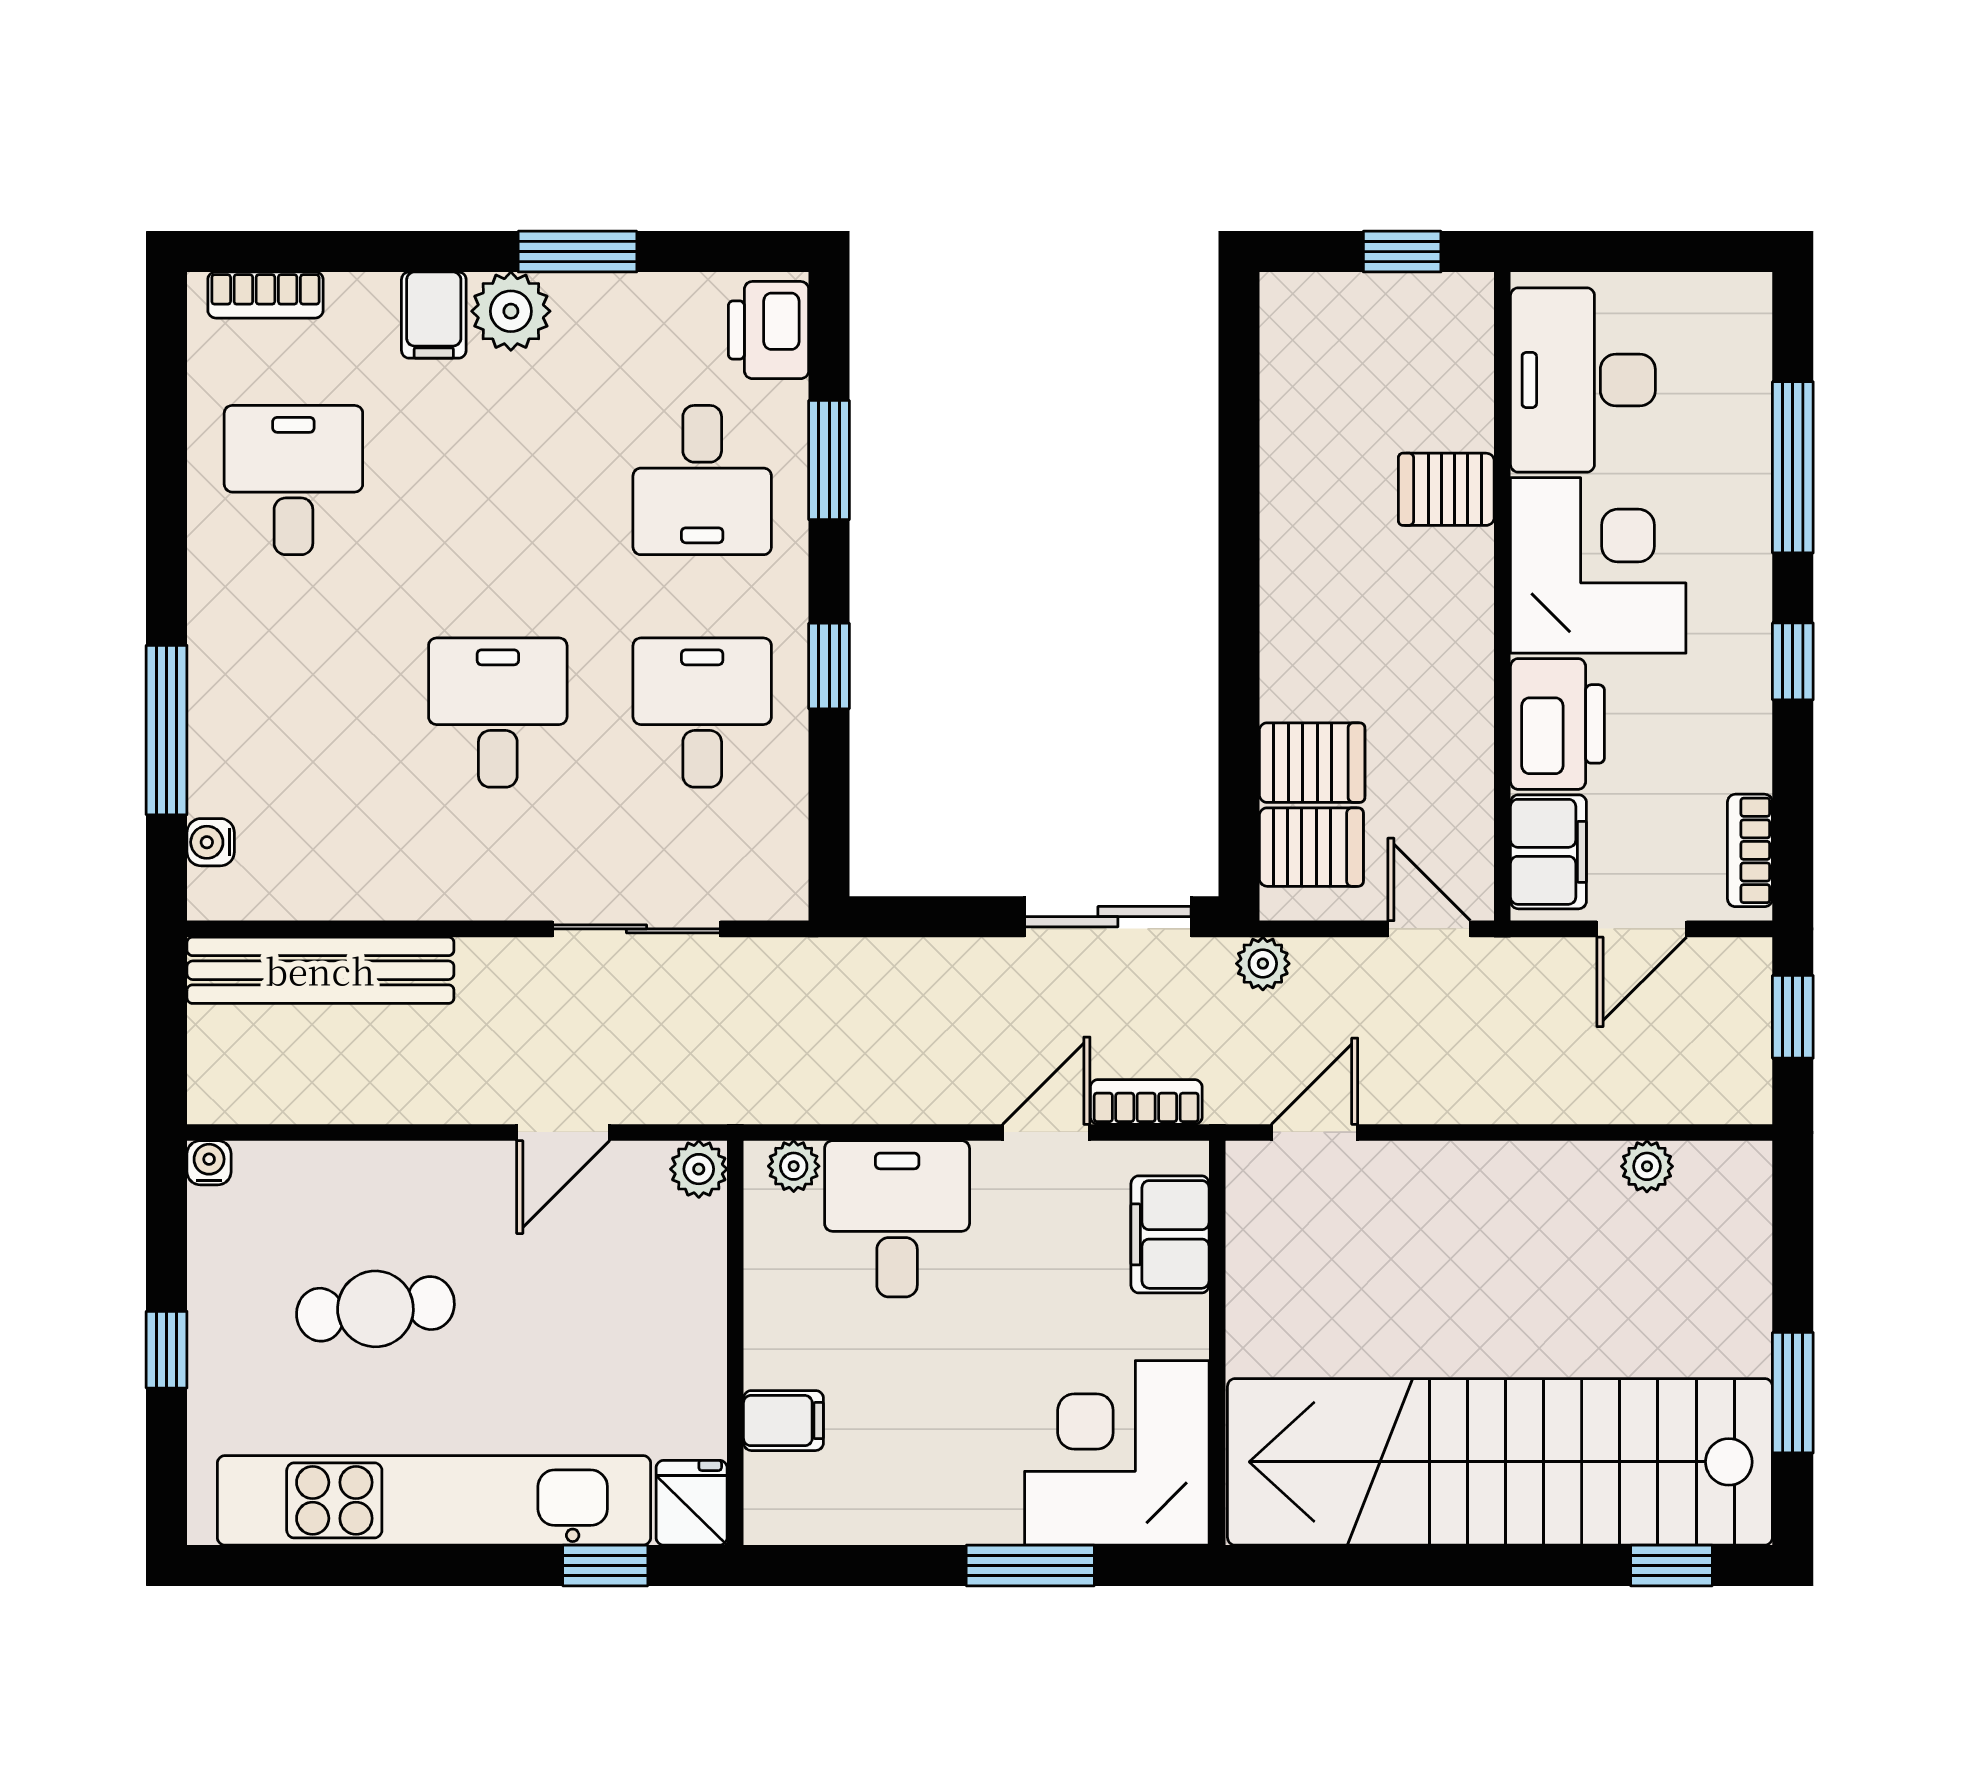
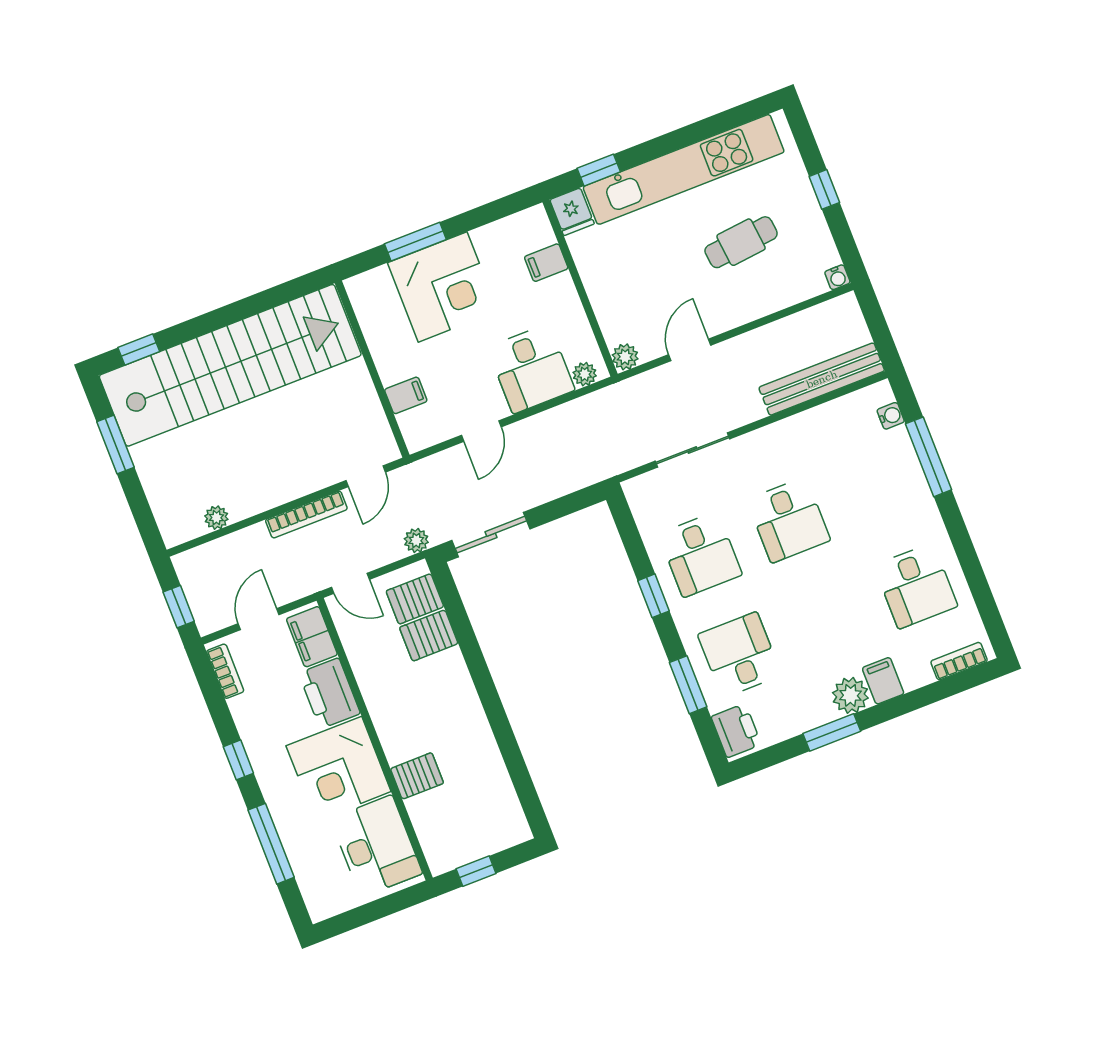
bookcase: (1146, 1102) -> (306, 514), moved, width x1.56
filing cabinet: (1170, 1234) -> (406, 395), width x0.50
corner desk: (1117, 1453) -> (443, 287), moved

